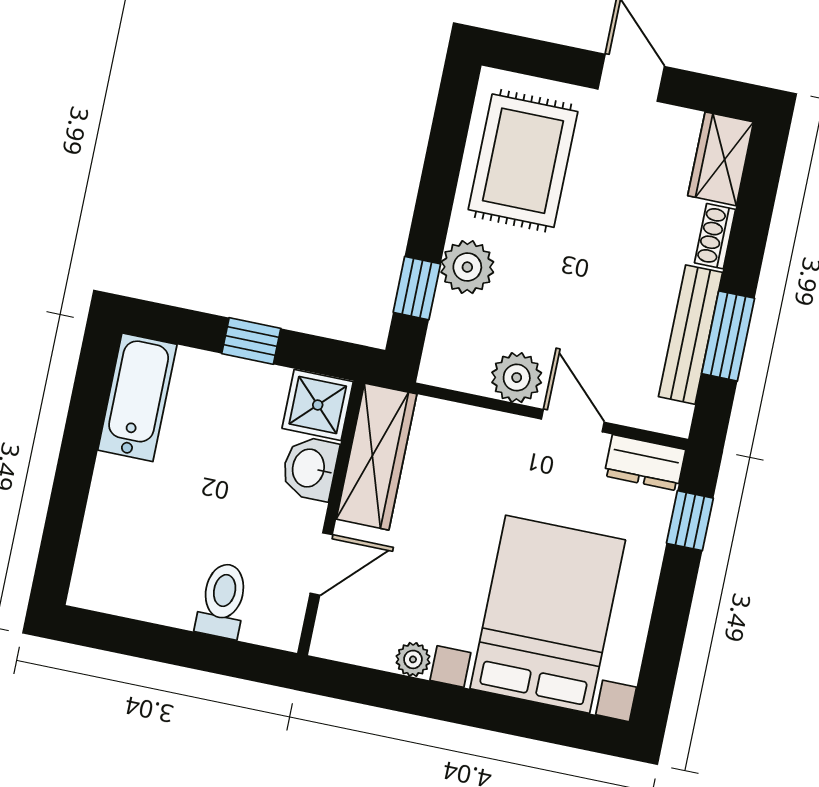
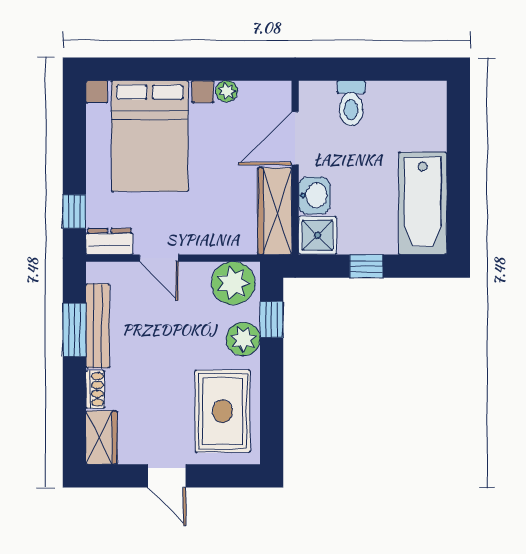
plant: (517, 378) -> (233, 283), moved, width x1.36, depth x1.36
bathtub: (137, 397) -> (423, 203), width x1.36, depth x1.36
door: (321, 564) -> (295, 138), width x1.38

